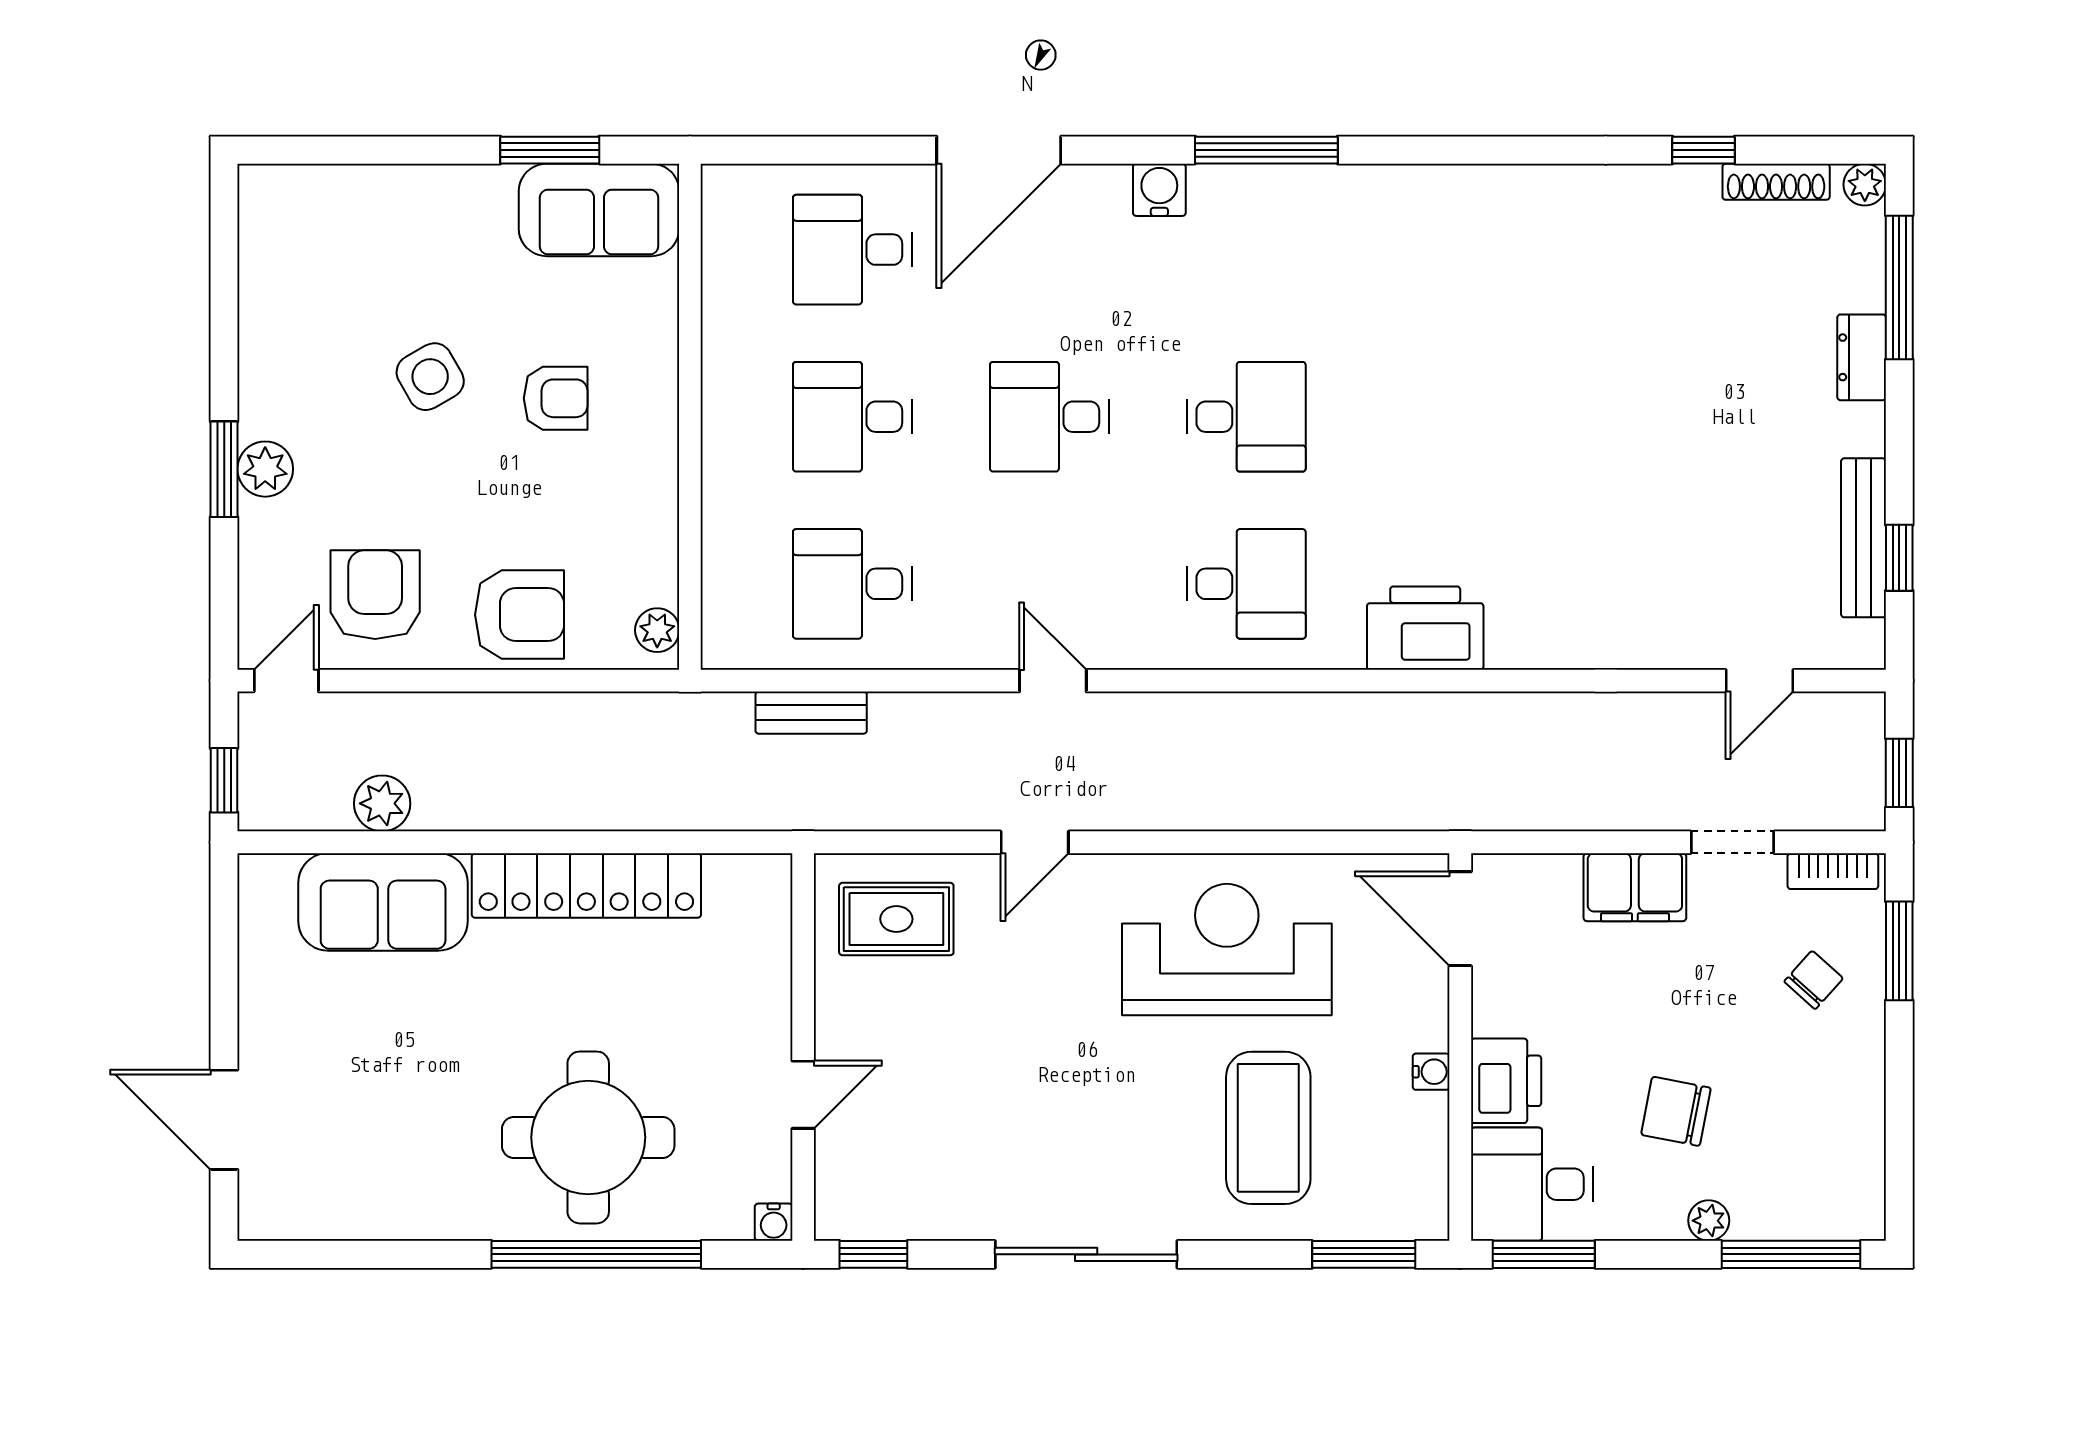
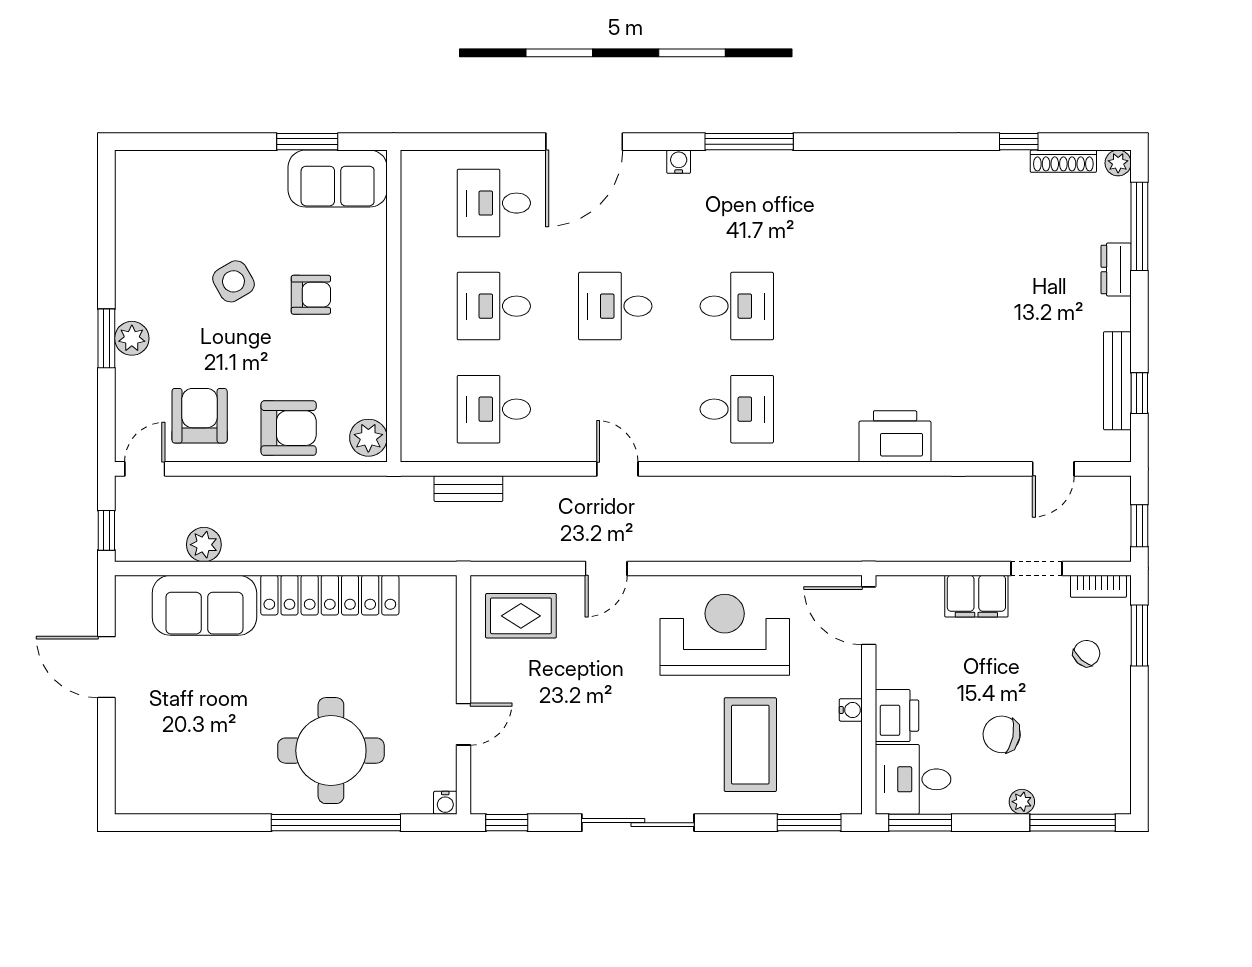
water cooler: (1159, 190) -> (679, 162), width x0.72, depth x0.72
printer: (1425, 628) -> (895, 436), moved
plant: (657, 630) -> (368, 438), width x1.38, depth x1.38
door: (224, 1120) -> (106, 667), moved

